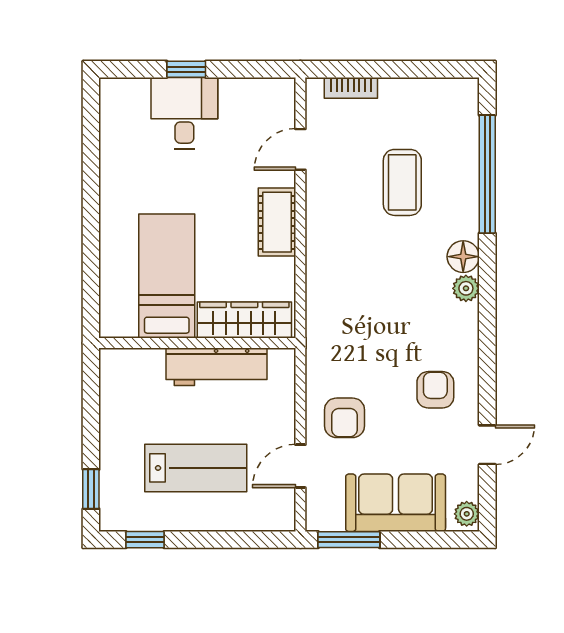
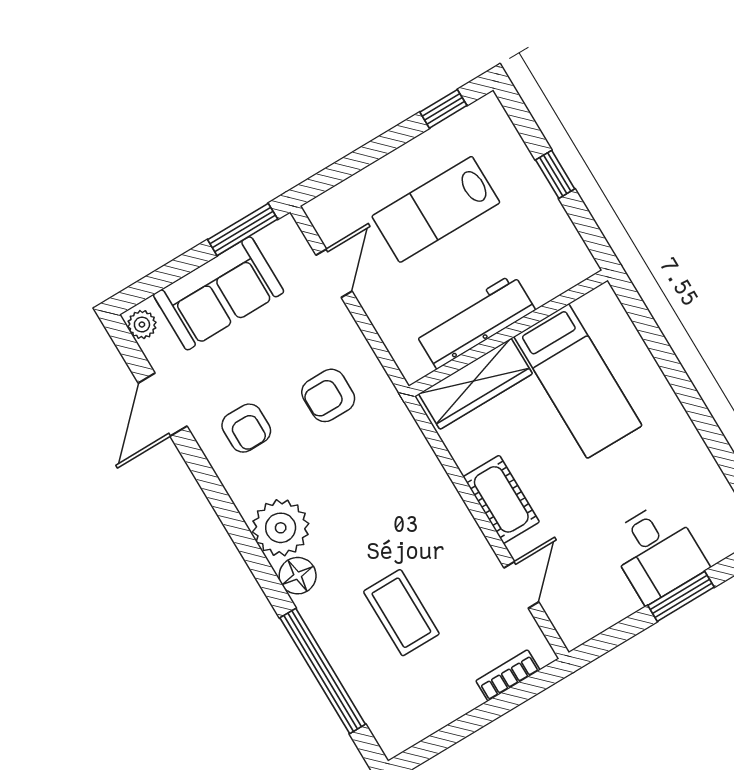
window: (186, 69) -> (681, 596), width x1.50
plant: (466, 288) -> (281, 528), width x1.87, depth x1.87
armchair: (344, 418) -> (328, 395), moved, turned -90
door: (487, 445) -> (163, 405), width x1.38
window: (91, 489) -> (555, 174), moved

